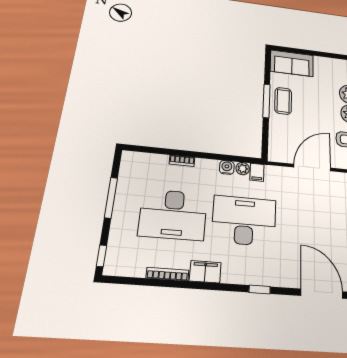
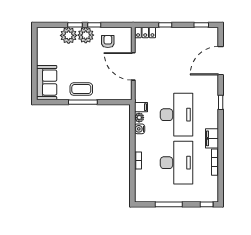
desk: (244, 221) -> (176, 115), turned 180

